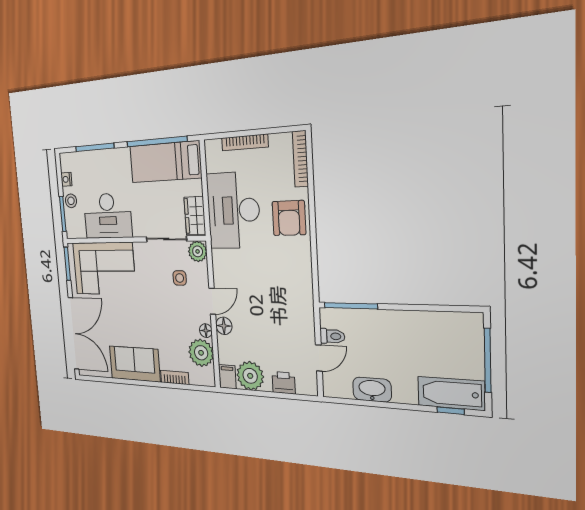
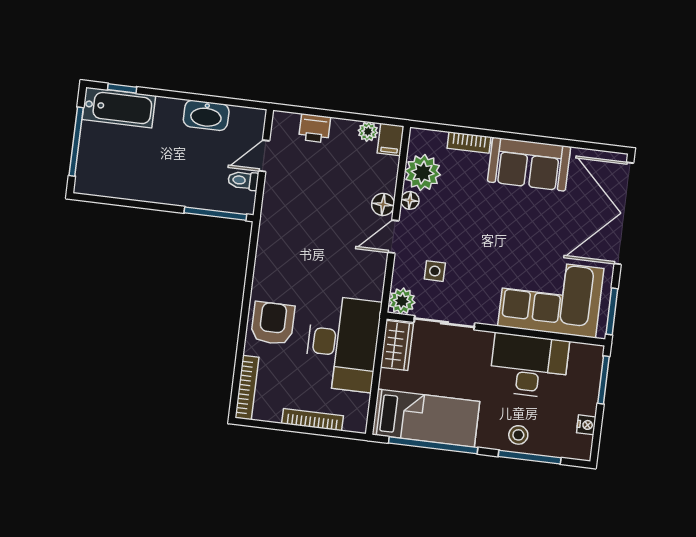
stool: (71, 201) -> (518, 435), moved
plant: (250, 376) -> (368, 132), width x0.53, depth x0.53

